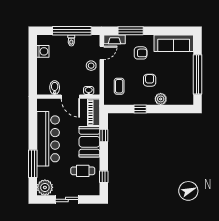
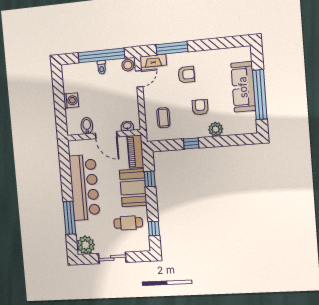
sofa: (174, 43) -> (243, 87), moved, turned 90
washing machine: (43, 51) -> (71, 100), moved
stool: (91, 66) -> (128, 65), moved

